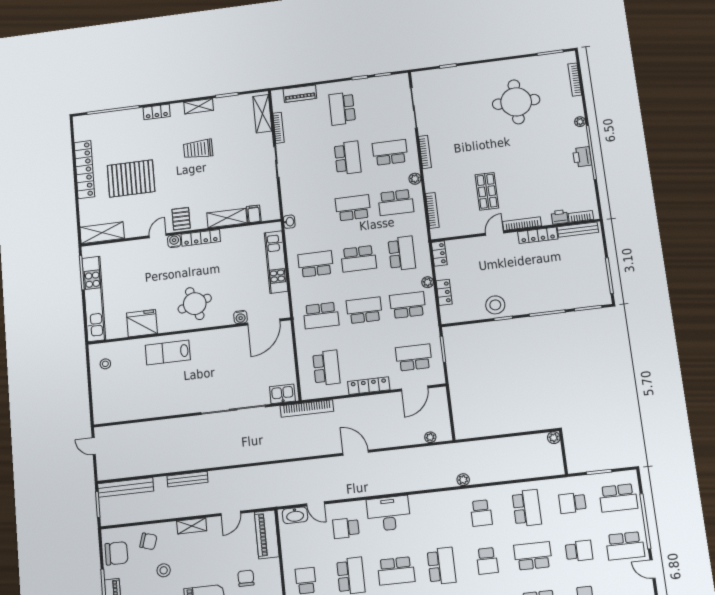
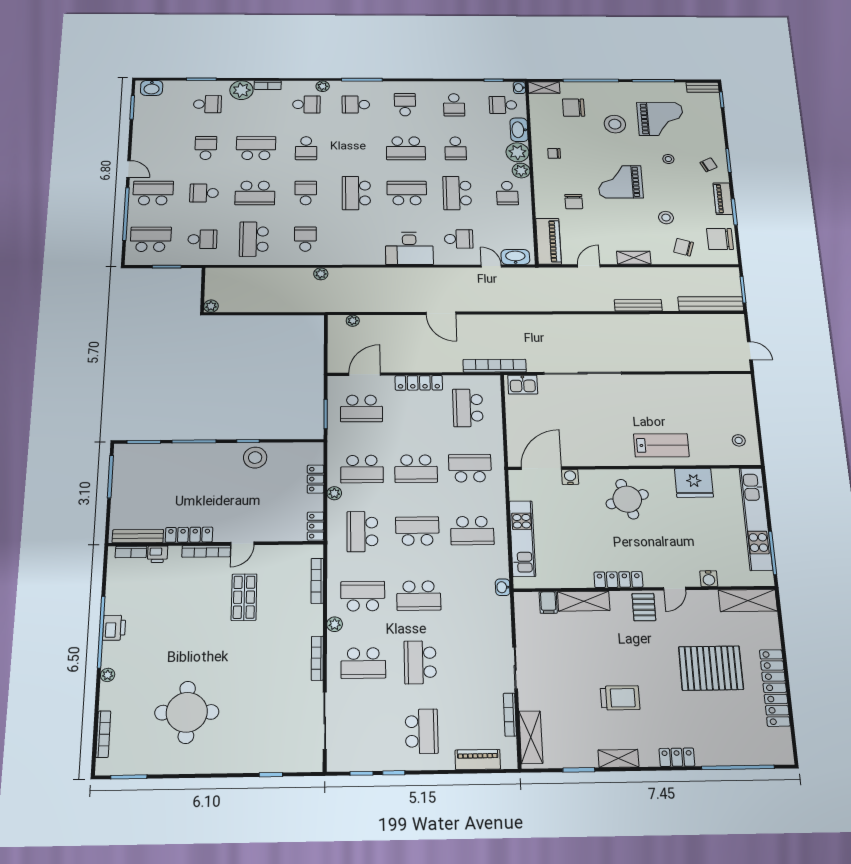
water cooler: (174, 241) -> (709, 579), moved

